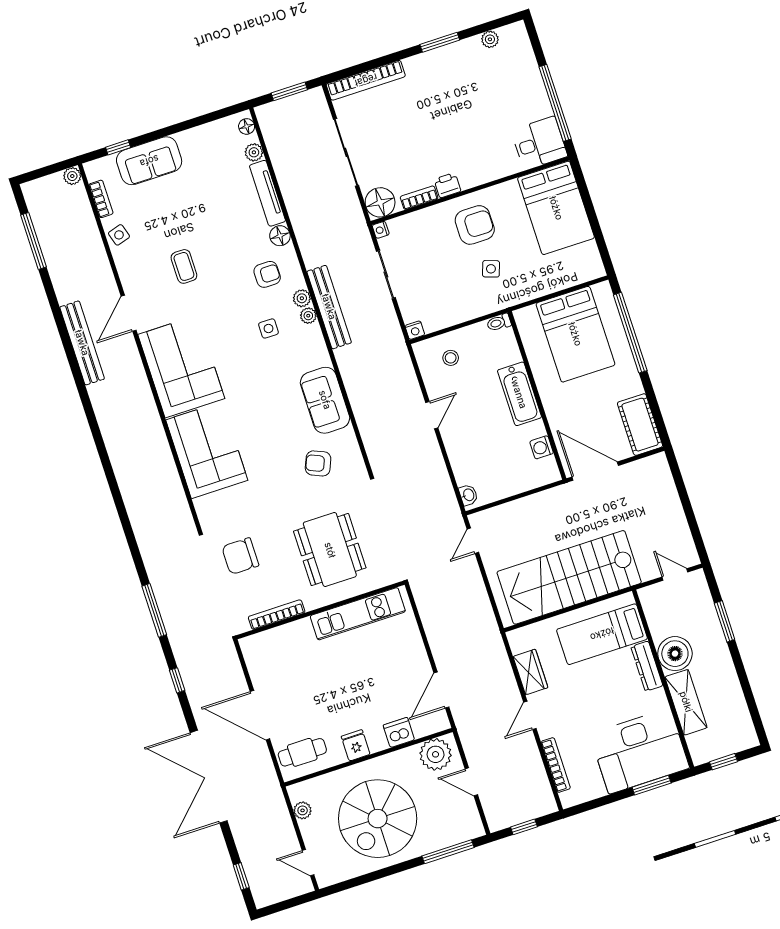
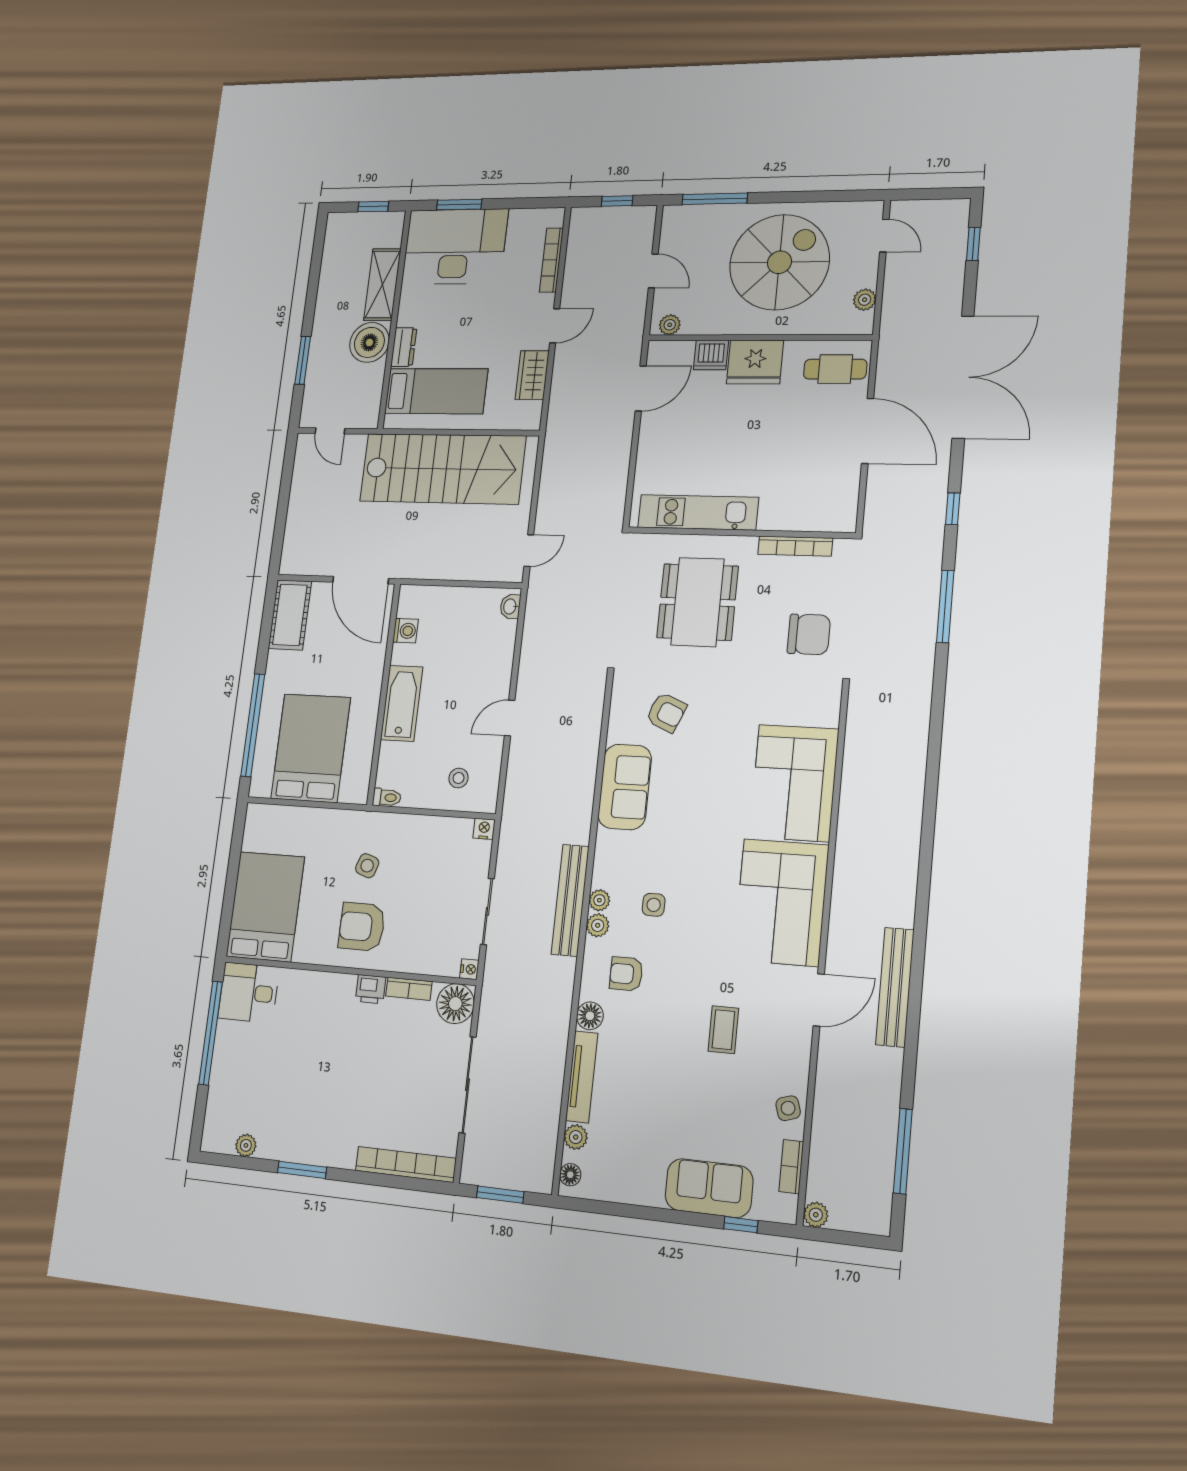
dresser: (647, 666) -> (404, 347), width x0.70
fridge: (356, 745) -> (755, 362), width x1.88, depth x1.34
plant: (436, 754) -> (670, 325), width x0.53, depth x0.53

